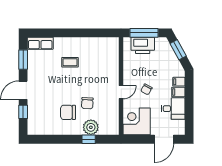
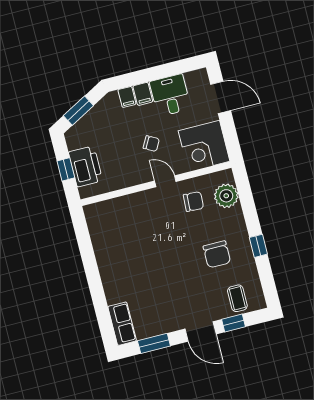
window: (144, 33) -> (66, 169), width x0.46
coffee table: (70, 62) -> (237, 298), moved
chair: (87, 103) -> (193, 202), moved
plant: (91, 127) -> (226, 196), moved
window: (89, 139) -> (258, 246), moved

